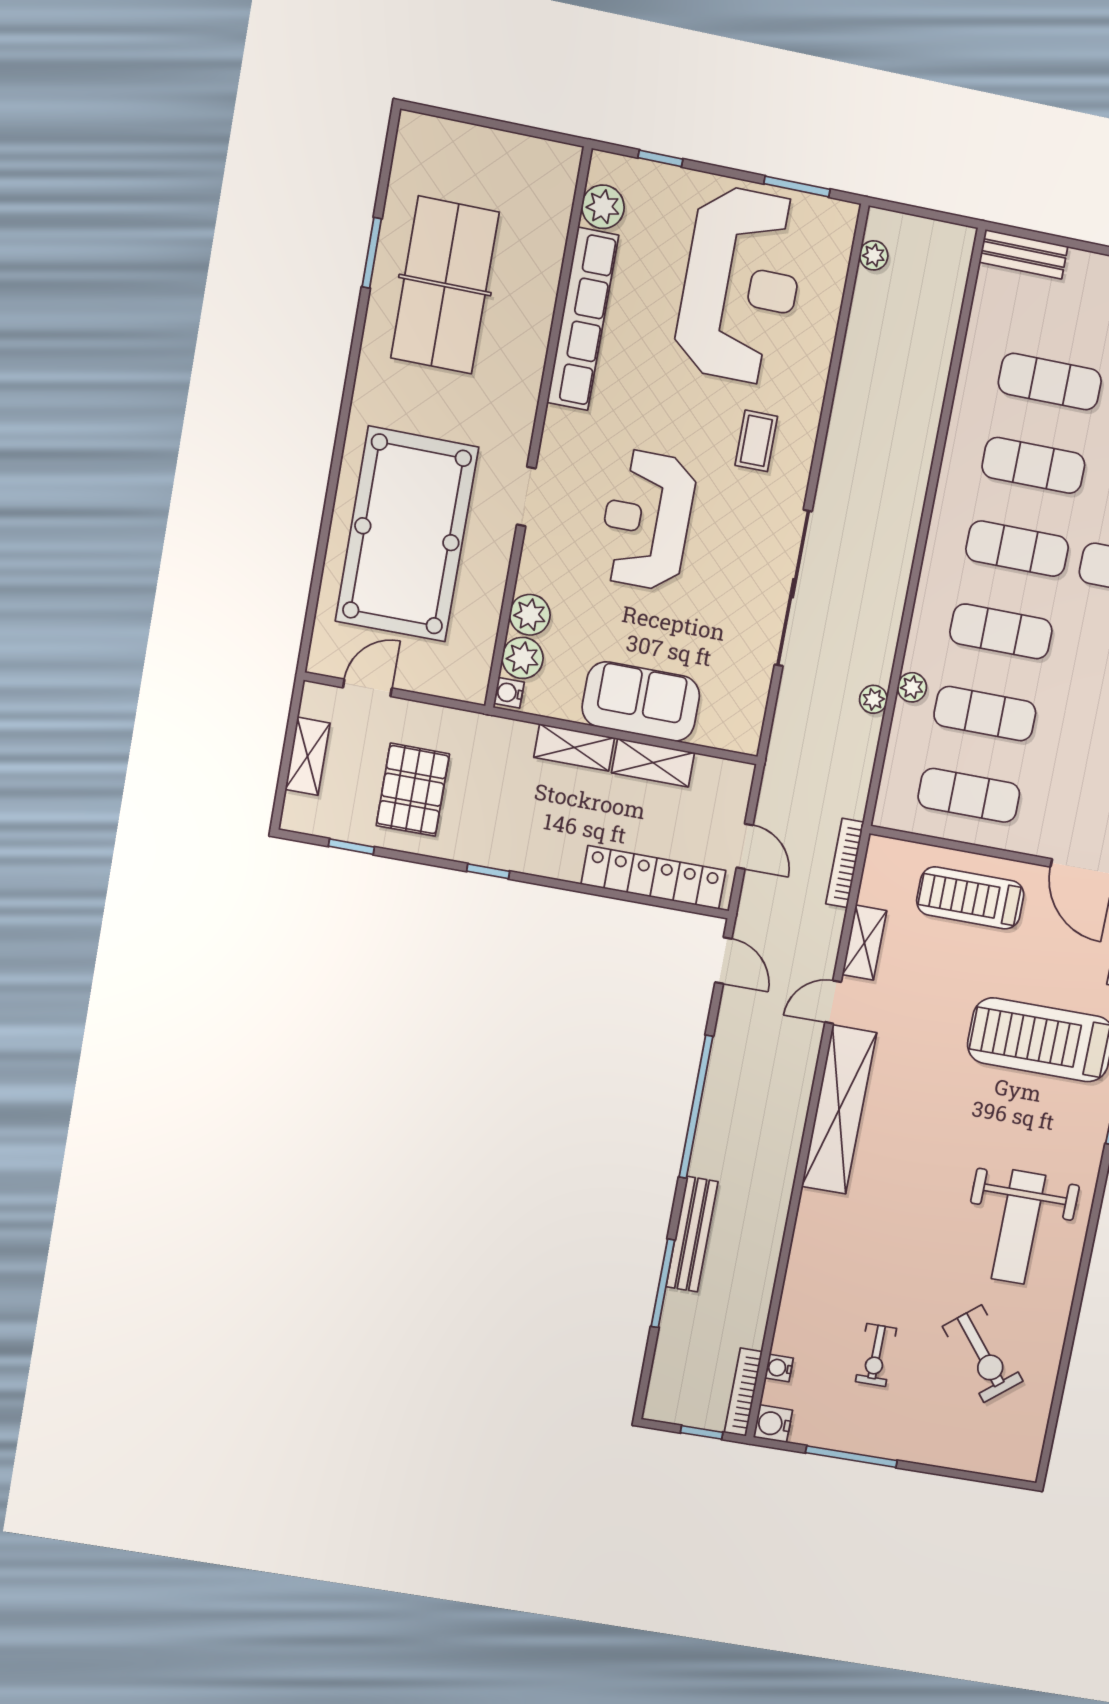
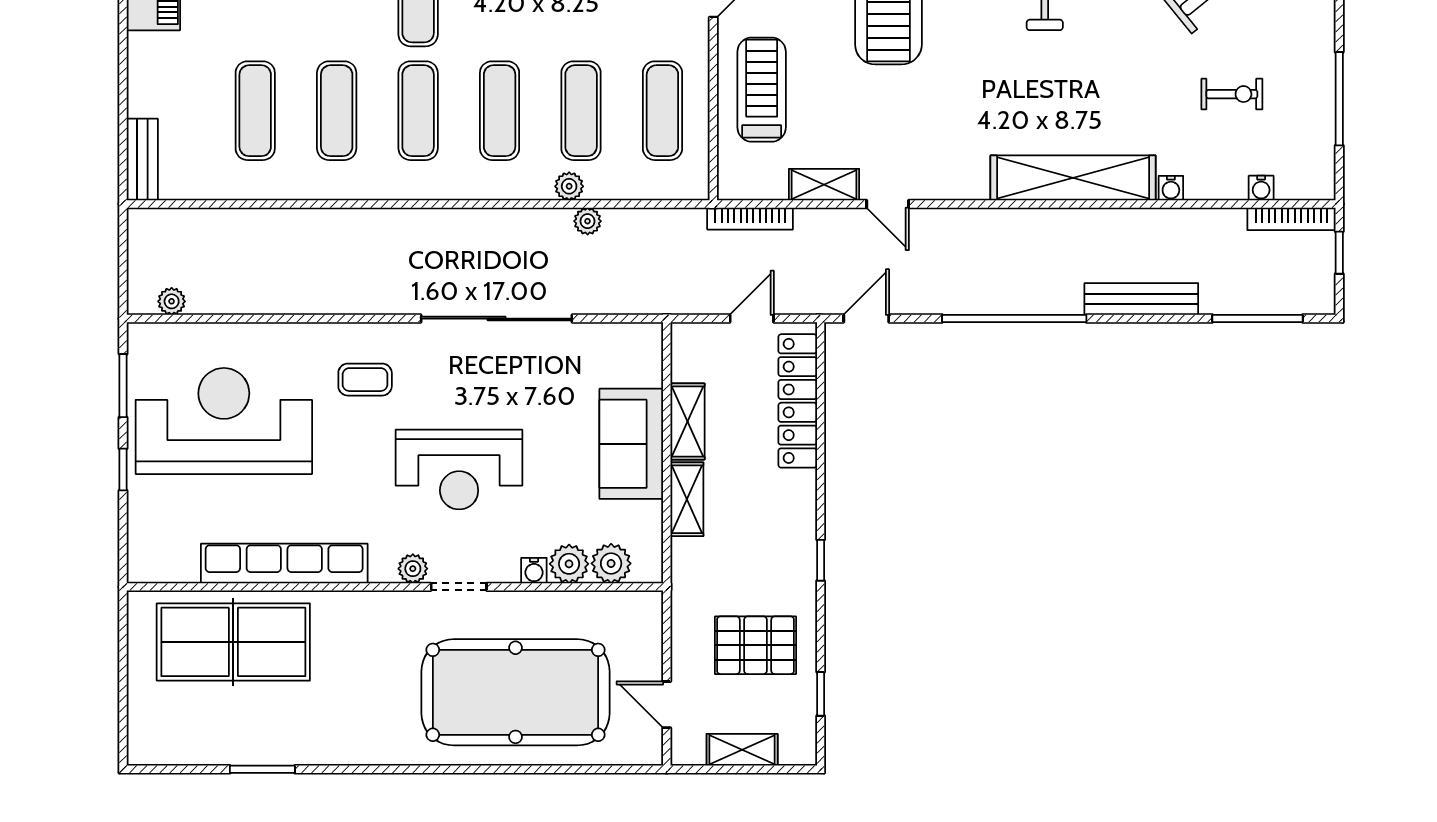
window: (660, 158) -> (123, 469), moved
plant: (603, 207) -> (413, 569), moved, width x0.73, depth x0.73
table tennis table: (445, 285) -> (233, 642), moved
water cooler: (509, 693) -> (534, 571), moved
treadmill: (970, 898) -> (762, 90), turned 180
shelving: (839, 1110) -> (1073, 178), moved
window: (663, 1283) -> (1257, 319), moved
water cooler: (773, 1424) -> (1171, 188), moved, width x0.72, depth x0.72

